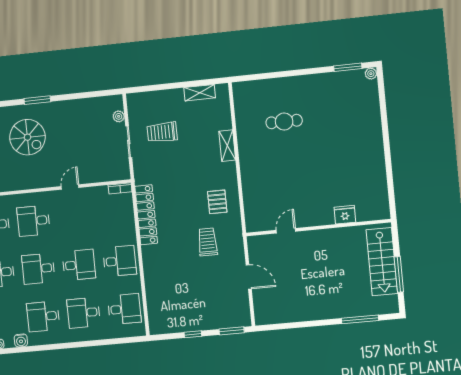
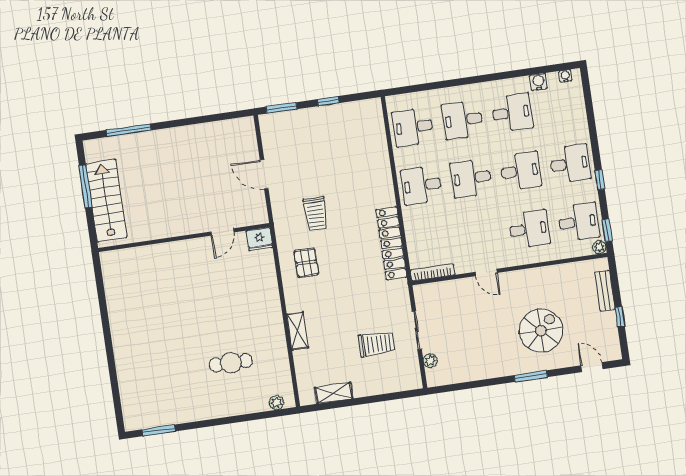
plant: (371, 74) -> (276, 403), moved
spiral stairs: (27, 137) -> (541, 331), turned 90
door: (70, 187) -> (486, 272), hinge flipped
bookcase: (120, 188) -> (433, 272), width x1.56
fridge: (345, 215) -> (259, 239), moved
desk: (84, 313) -> (463, 120), turned 180

